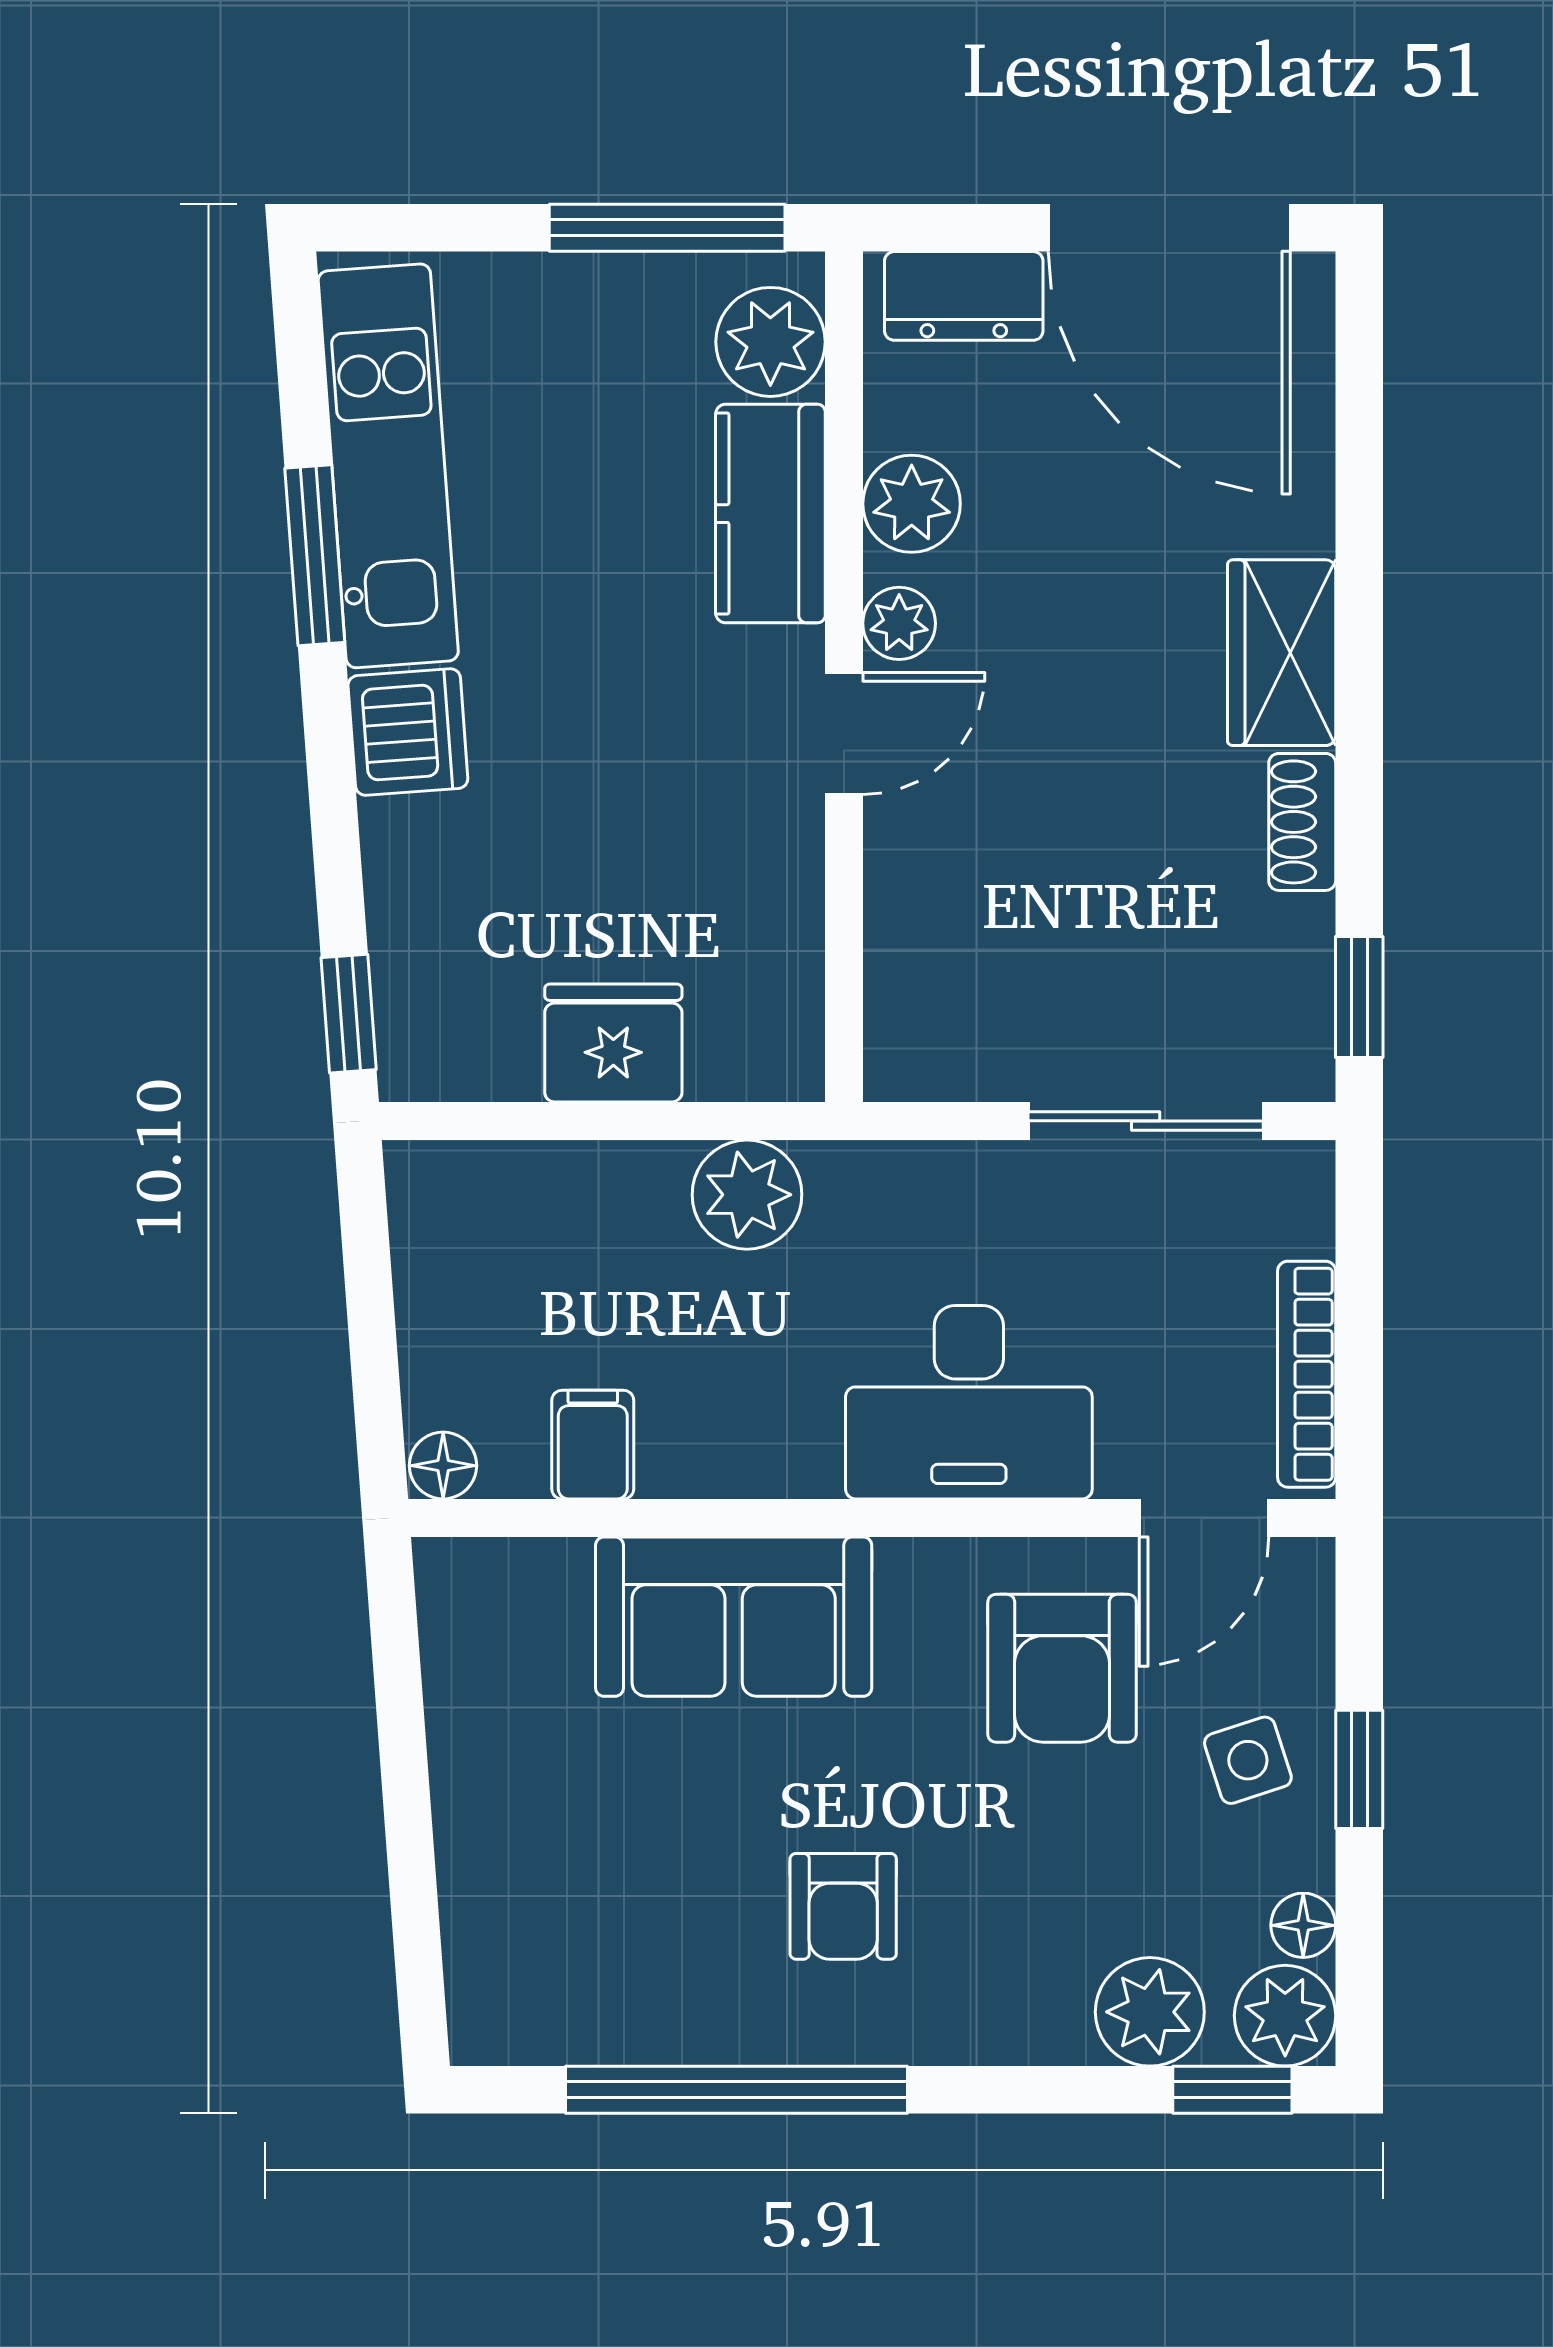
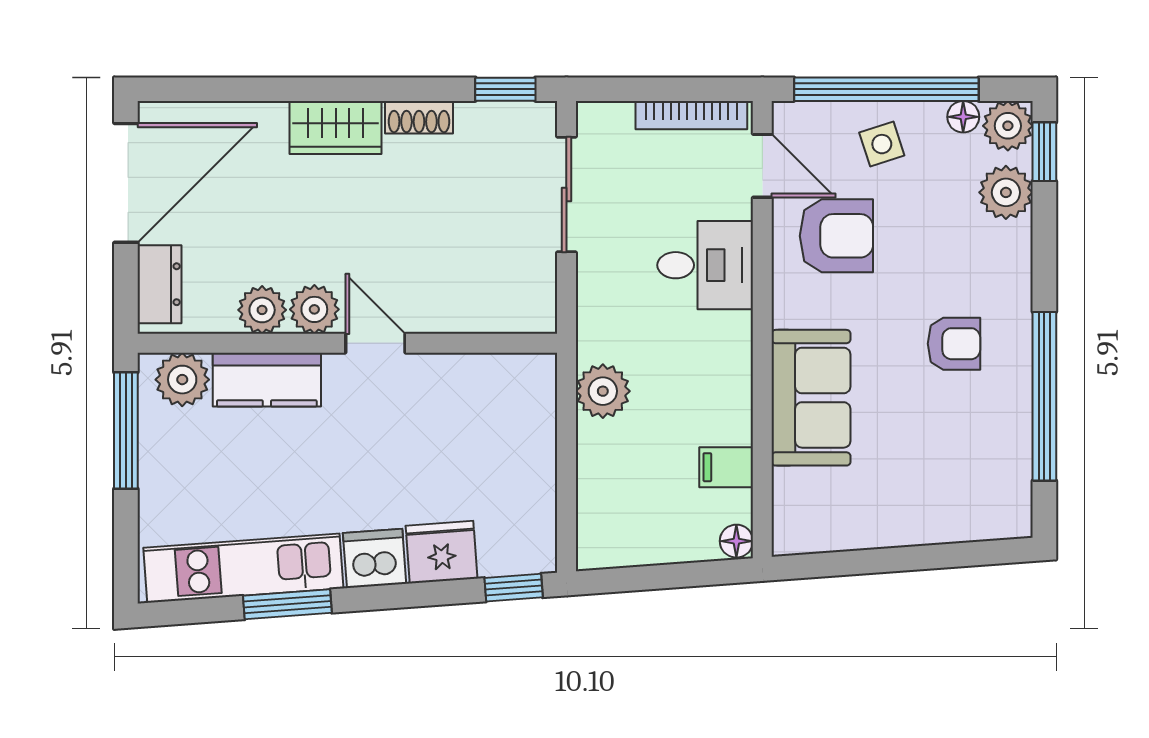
plant: (899, 623) -> (314, 309), width x1.38, depth x1.38
fridge: (613, 1043) -> (442, 552), moved, turned 86
desk: (969, 1402) -> (705, 265), width x0.73
window: (1359, 1769) -> (886, 89), width x3.17

